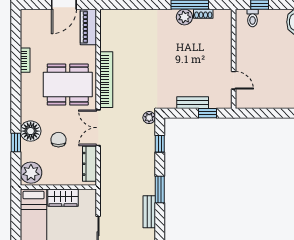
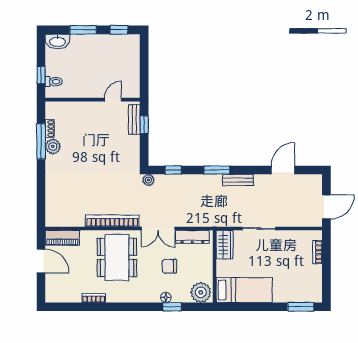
bench: (193, 103) -> (134, 119), moved
floor lamp: (31, 131) -> (166, 297), width x0.53, depth x0.53
wardrobe: (63, 198) -> (225, 245), moved

